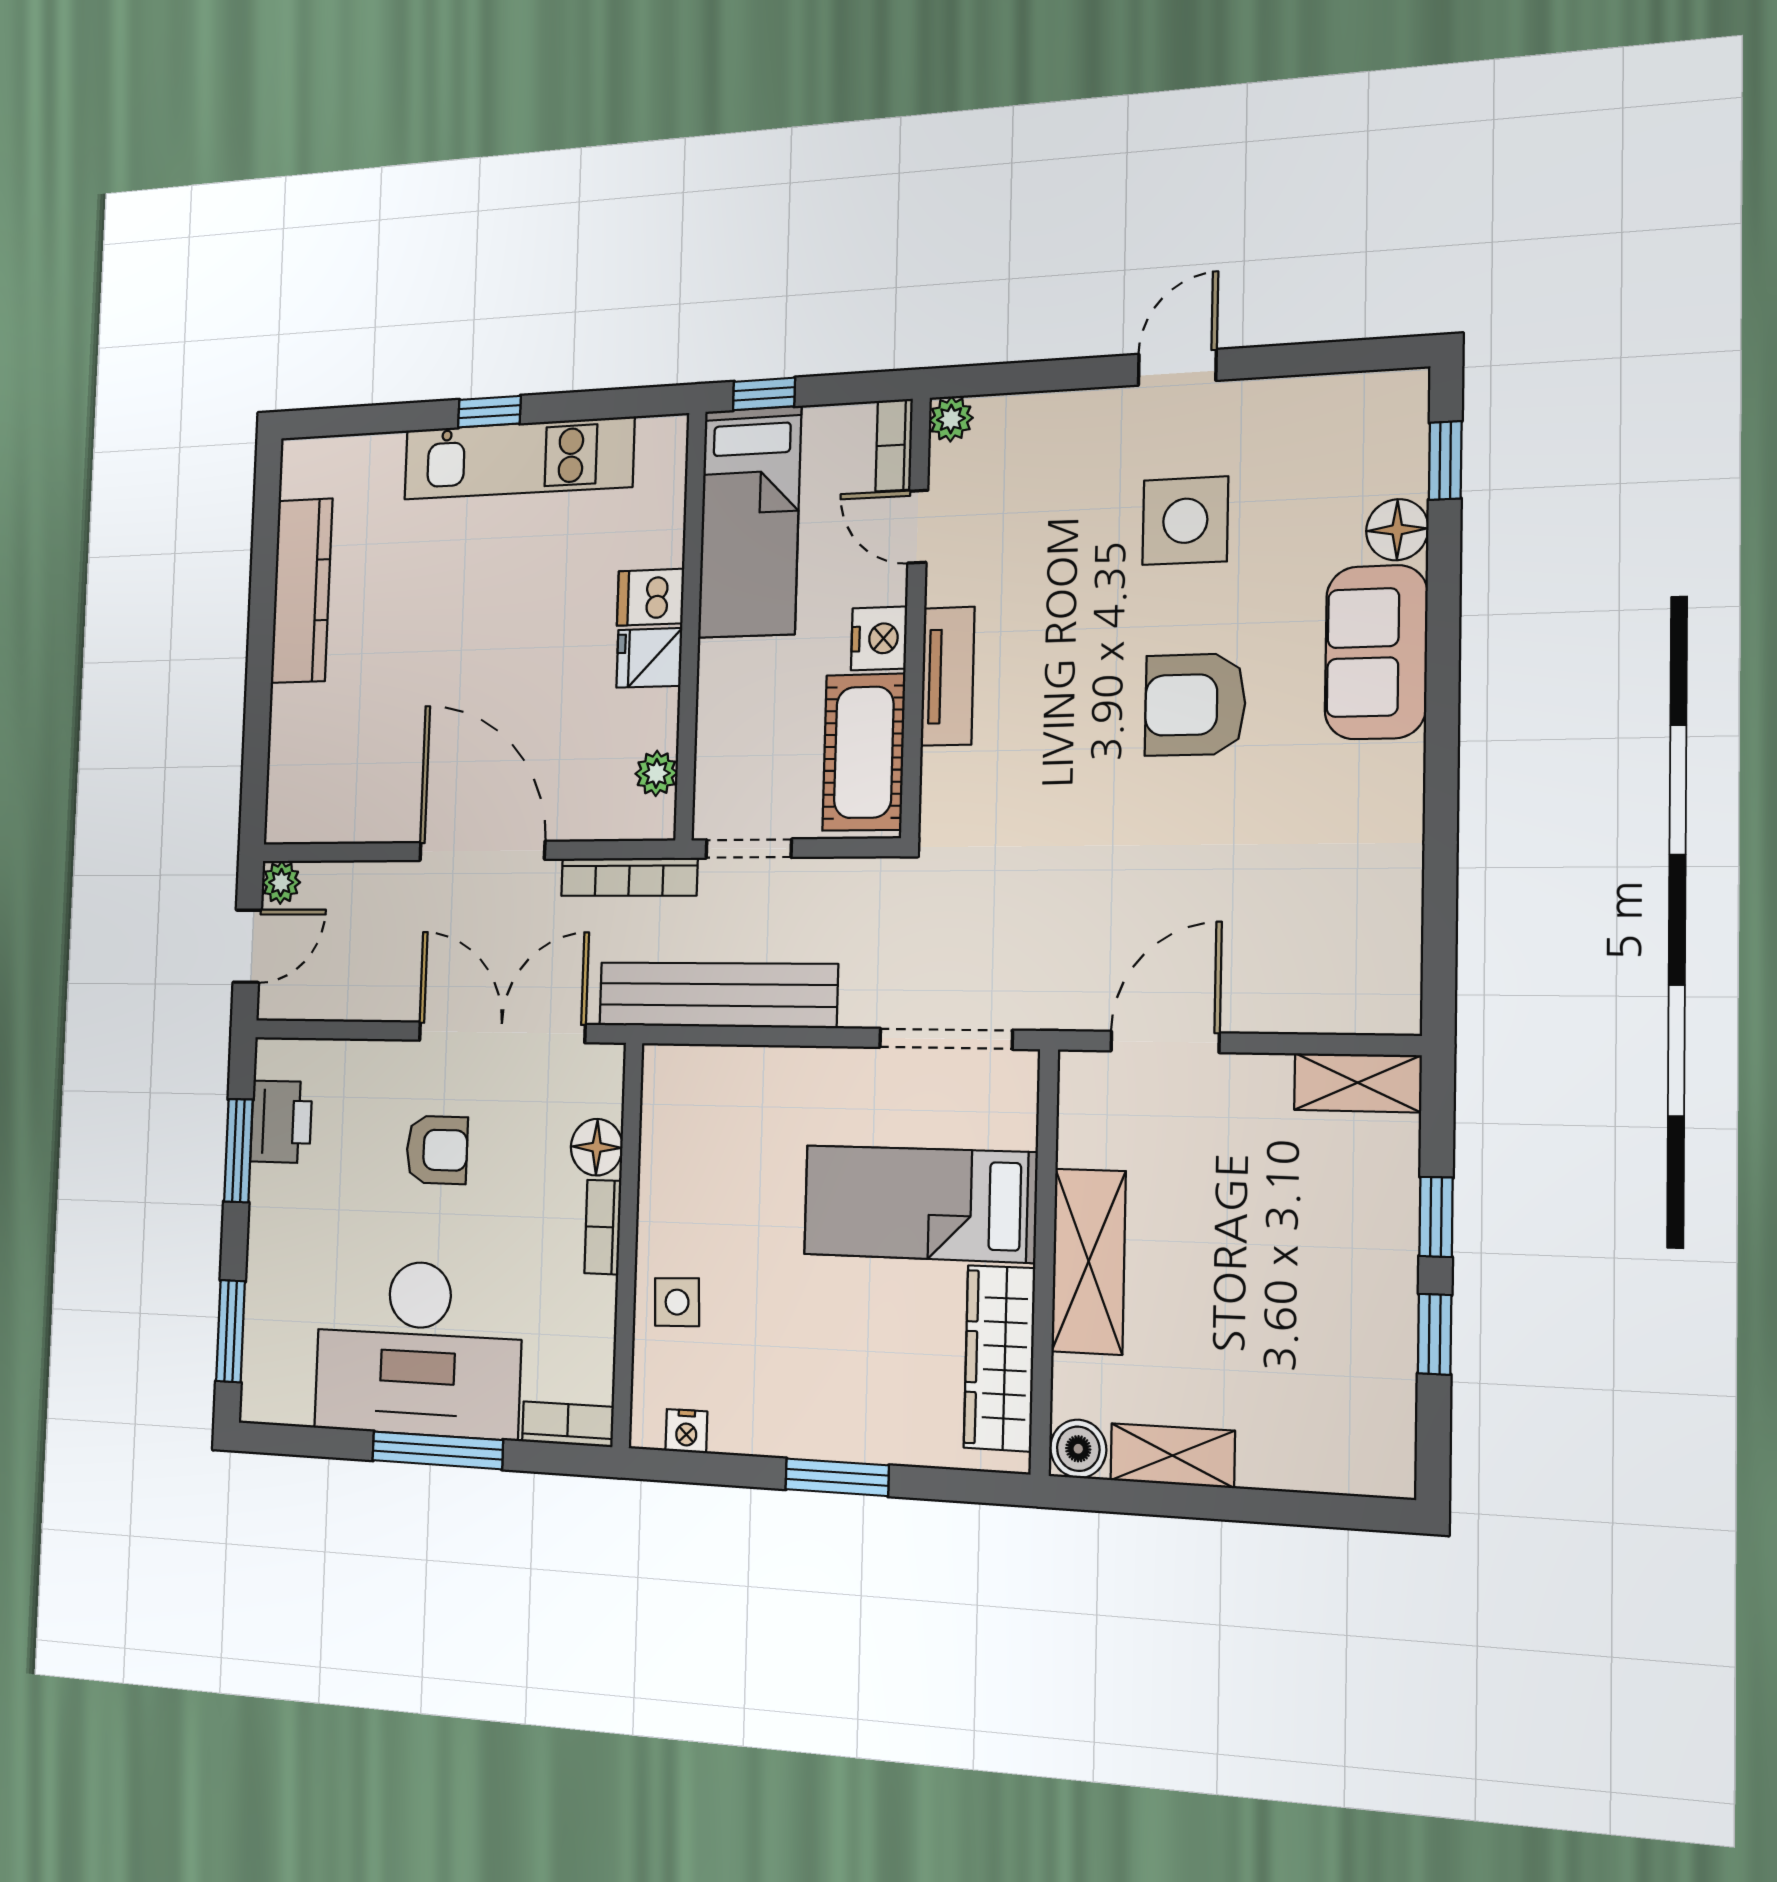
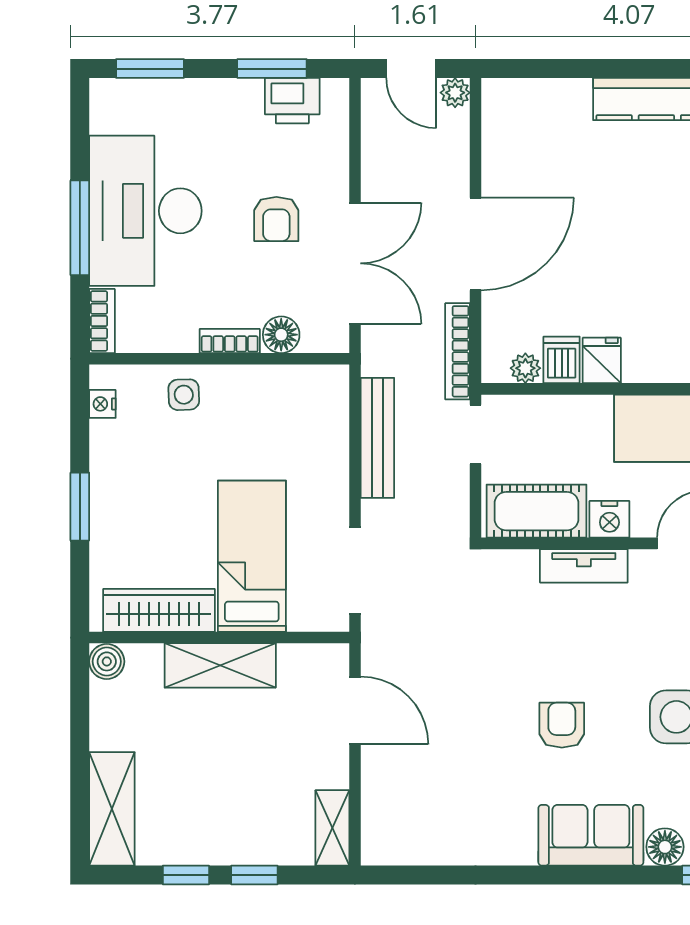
dishwasher: (650, 597) -> (562, 360), moved
armchair: (1195, 705) -> (562, 725), width x0.72, depth x0.72
bench: (717, 995) -> (377, 438), width x0.73, depth x0.82
shelving: (1172, 1455) -> (112, 809), moved, width x1.50, depth x1.33

